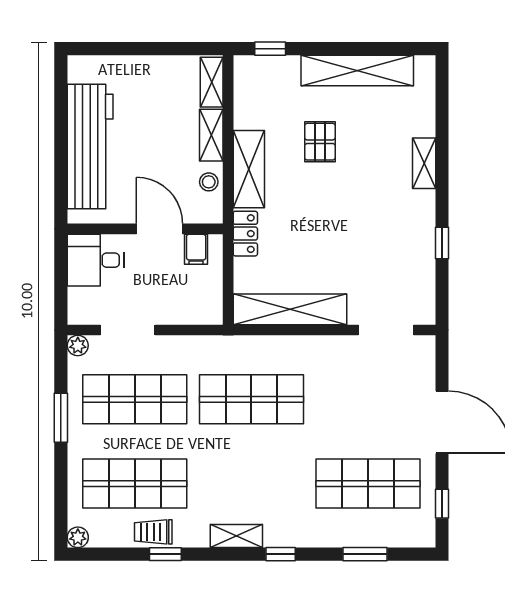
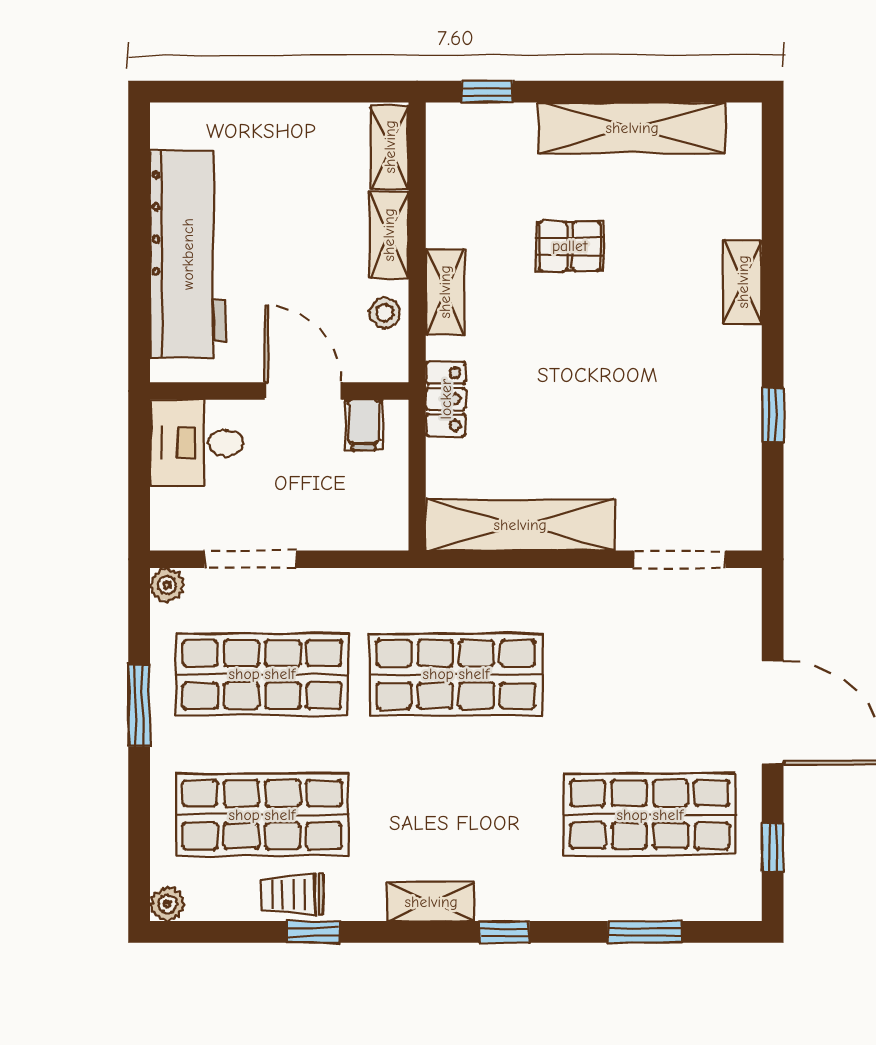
pallet: (320, 142) -> (570, 246), turned 90
shelving: (249, 169) -> (445, 292), width x0.67, depth x0.75

